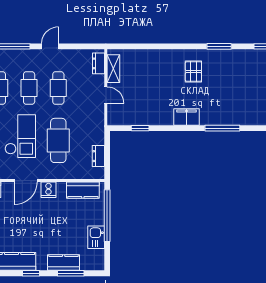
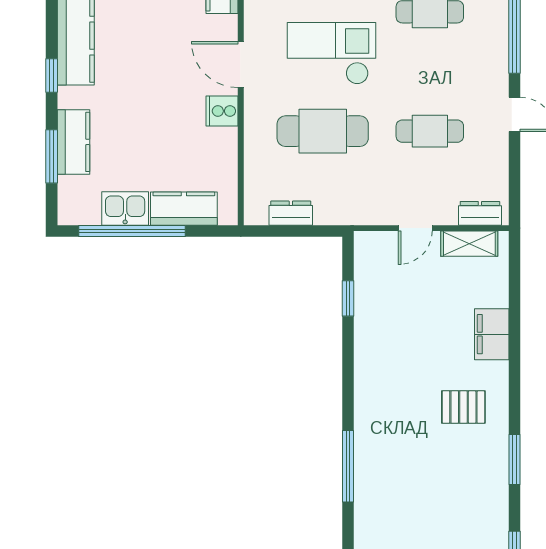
cafe table: (29, 88) -> (430, 71), removed
filing cabinet: (187, 117) -> (492, 334), moved, turned 180
checkout: (20, 136) -> (332, 53), turned 180
kitchen counter: (83, 190) -> (184, 209), moved, turned 90
window: (107, 216) -> (132, 231), moved

